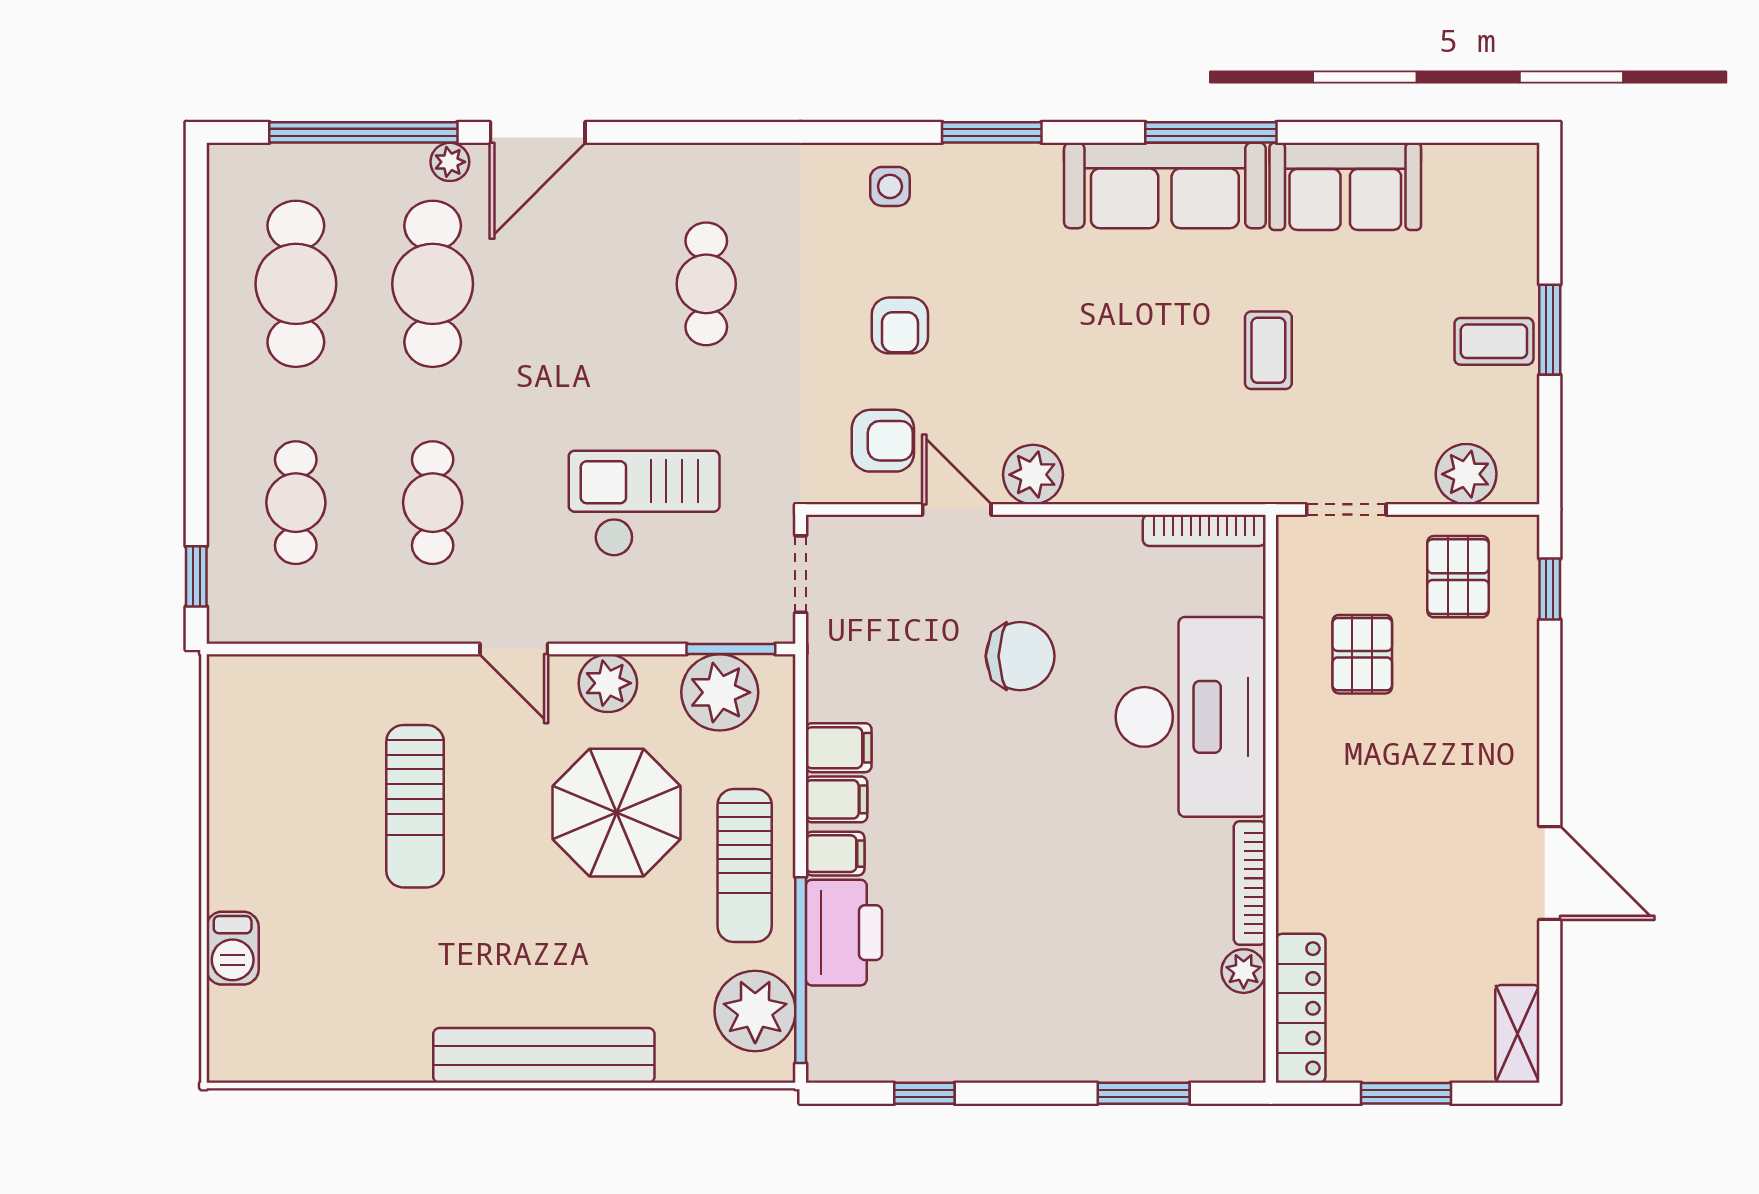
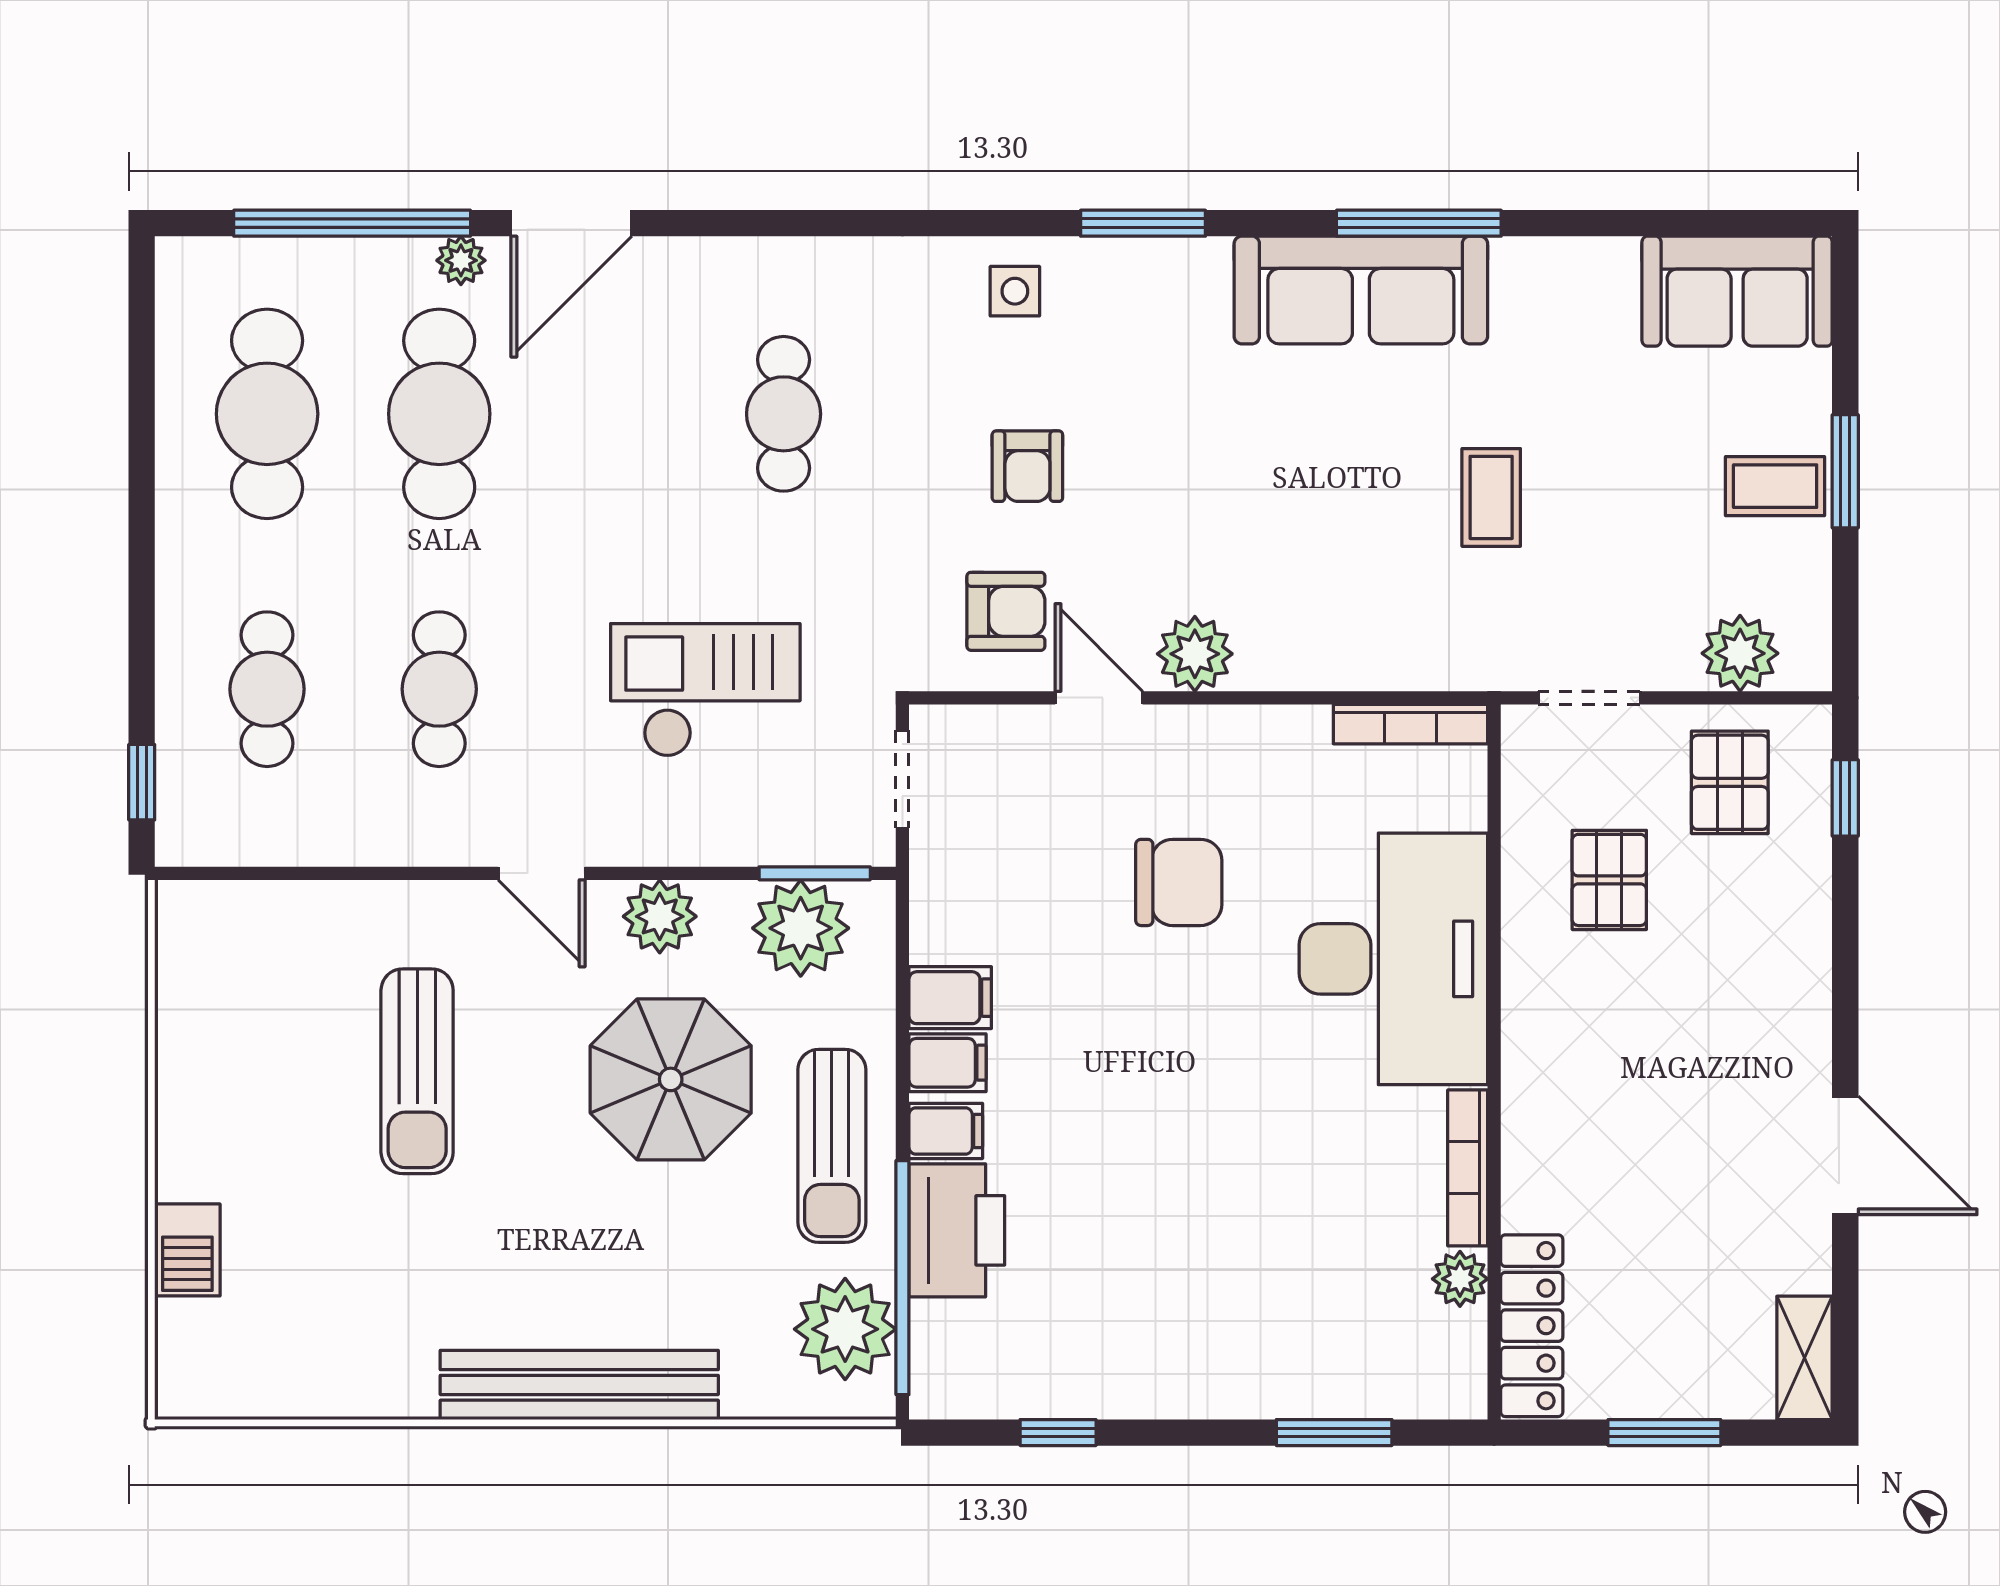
sofa: (1345, 186) -> (1737, 291), moved

